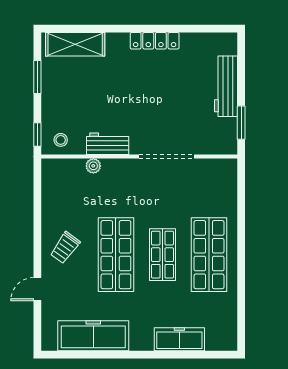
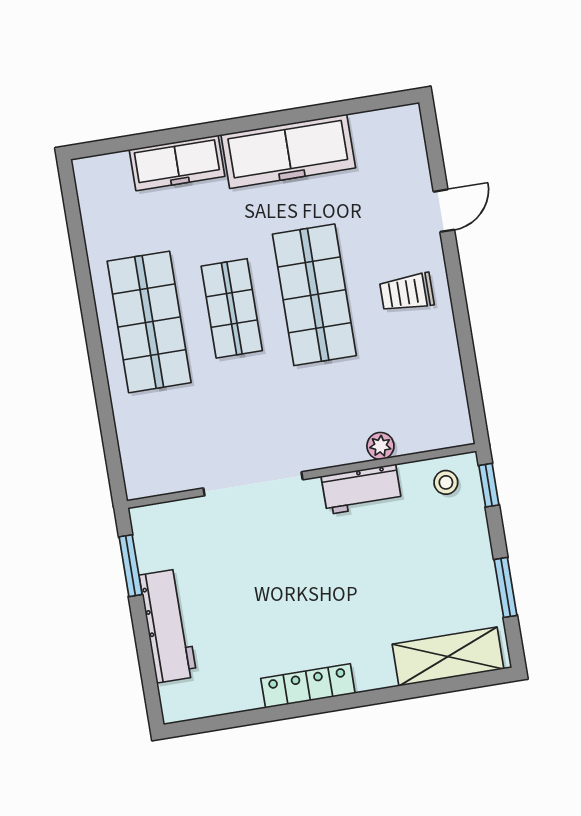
trolley: (65, 248) -> (407, 292), turned -126
freezer: (93, 336) -> (288, 151), moved

